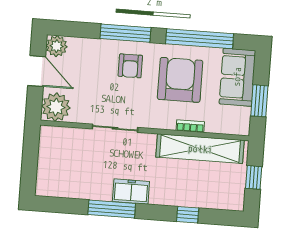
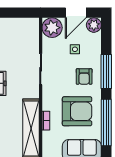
armchair: (130, 66) -> (84, 77), turned -90
side table: (90, 76) -> (75, 49), added

